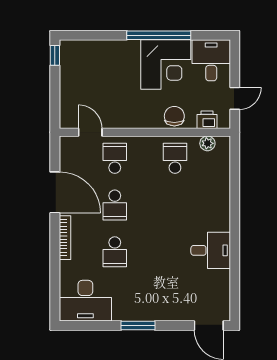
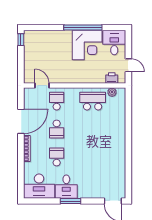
door: (235, 98) -> (128, 65), hinge flipped
chair: (174, 116) -> (92, 76), removed
school desk: (175, 158) -> (93, 101), width x1.85
door: (55, 192) -> (21, 121), hinge flipped
desk: (211, 250) -> (66, 187), moved, turned 90
school desk: (115, 252) -> (57, 157), turned 180

